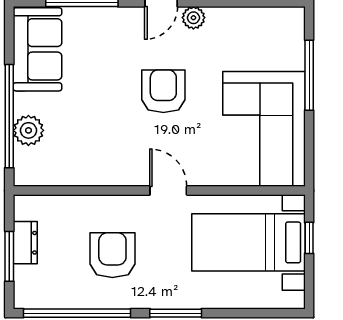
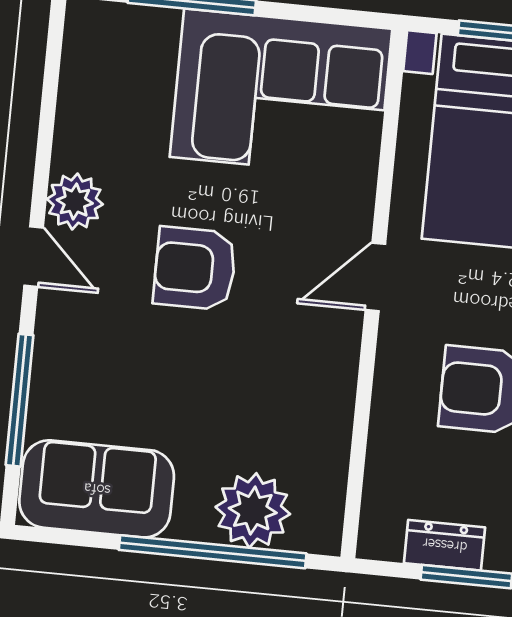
plant: (193, 18) -> (75, 202), width x1.38, depth x1.38
plant: (28, 130) -> (253, 510), width x1.36, depth x1.36

